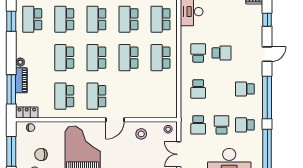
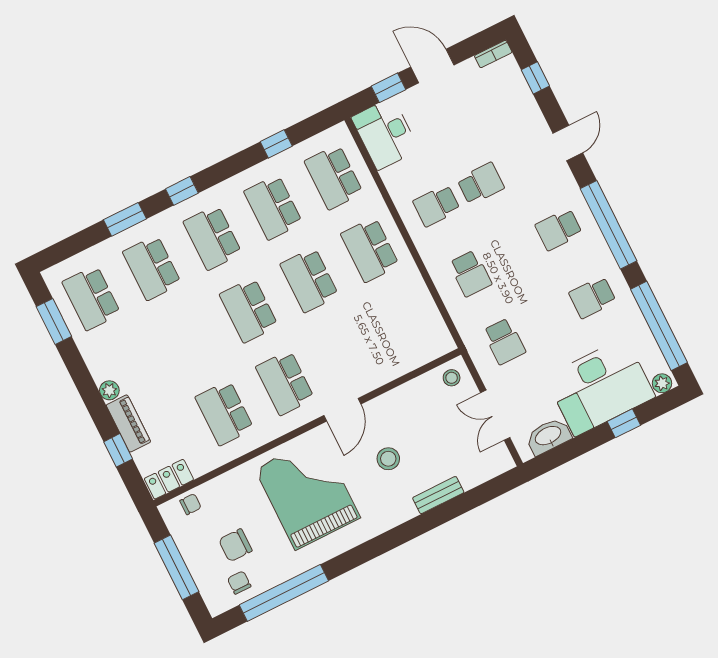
school desk: (198, 53) -> (436, 206), turned -90
school desk: (64, 58) -> (188, 340), removed
window: (11, 89) -> (118, 450), width x0.46
school desk: (222, 125) -> (548, 319), removed
stool: (141, 134) -> (388, 459), moved

